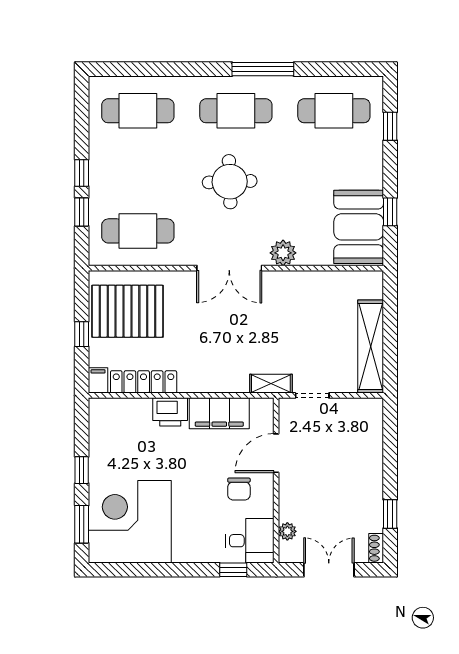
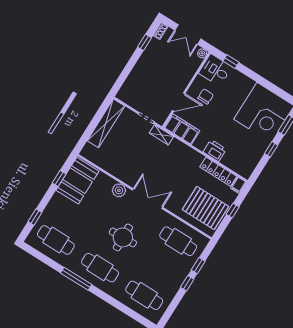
filing cabinet: (219, 413) -> (182, 129), moved
plant: (287, 531) -> (202, 53), moved

